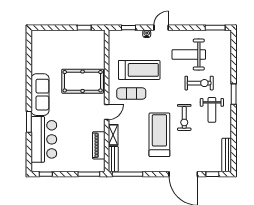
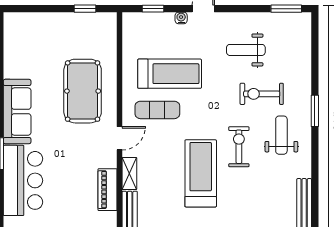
weight bench: (189, 55) -> (246, 50), width x0.73, depth x0.75
pool table: (83, 81) -> (83, 91), turned 90
exercise bike: (199, 83) -> (262, 94), turned 180
weight bench: (212, 110) -> (281, 135), turned 180
exercise bike: (184, 117) -> (239, 147), turned 180

